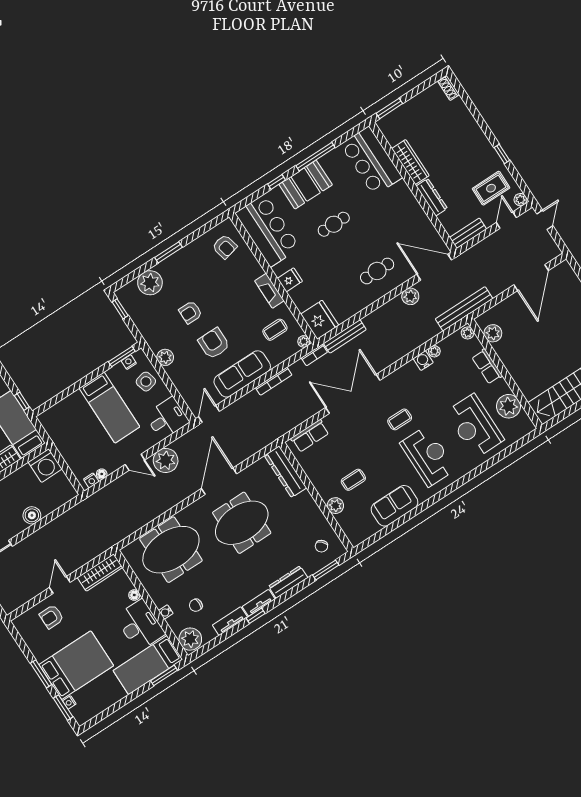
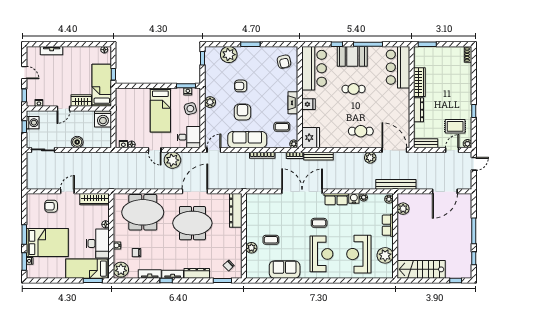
row of seats: (310, 436) -> (336, 199), moved

